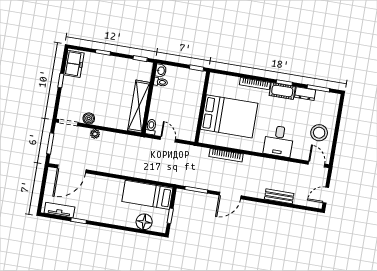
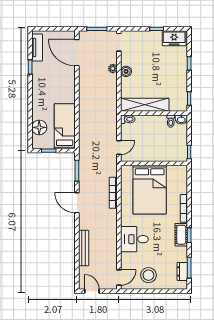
dresser: (305, 94) -> (182, 271), moved
boiler: (89, 118) -> (126, 71), moved
door: (168, 139) -> (119, 148), moved
bench: (279, 196) -> (84, 248), width x1.36

